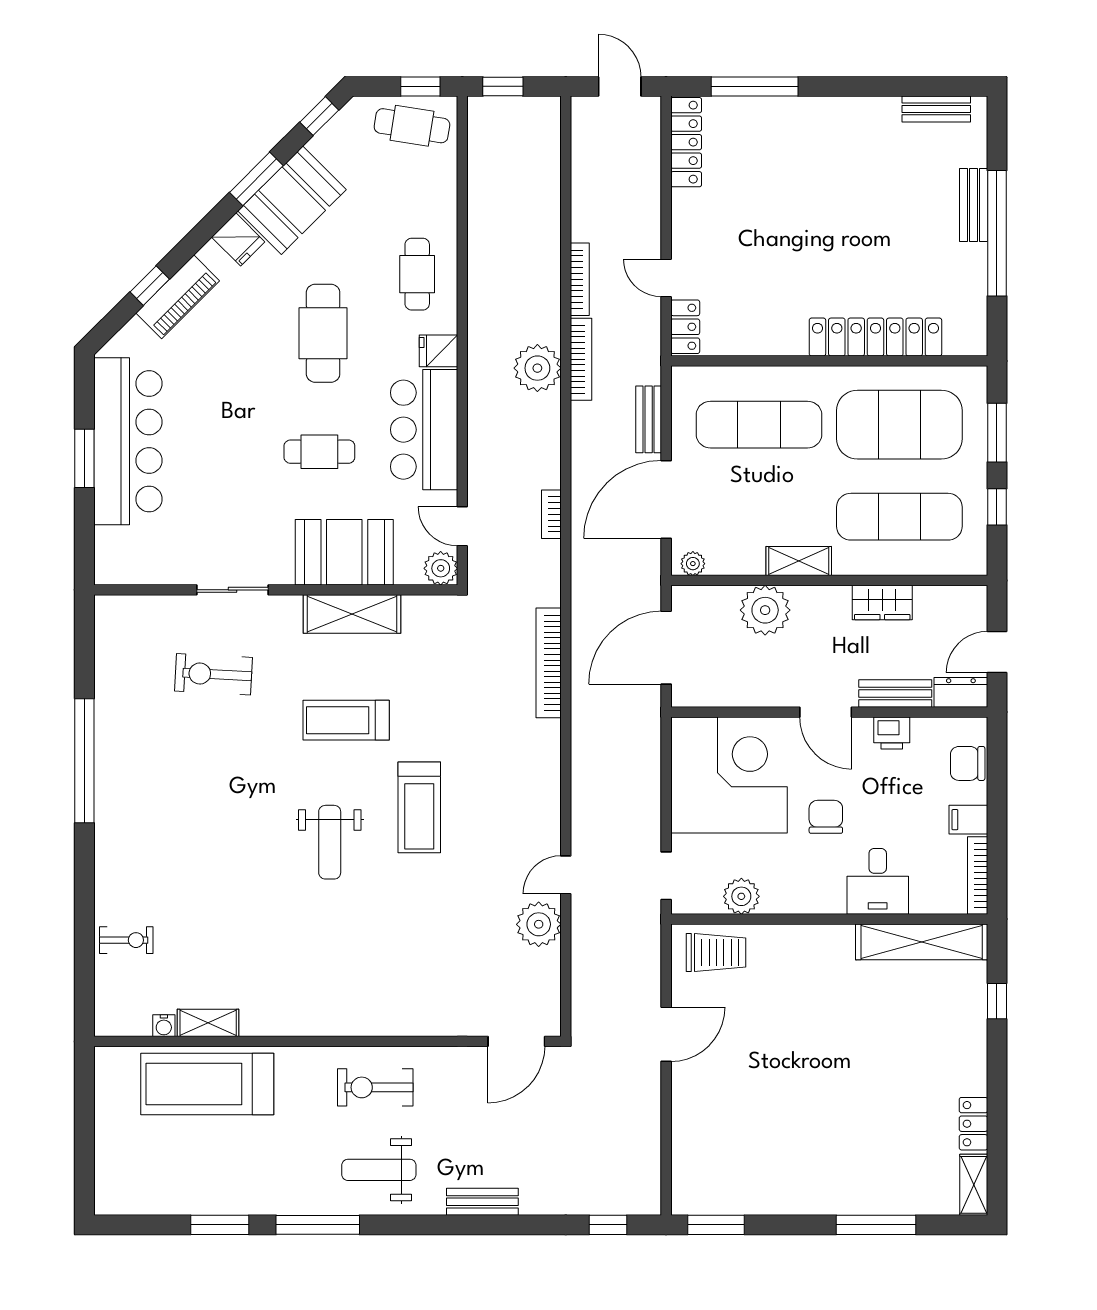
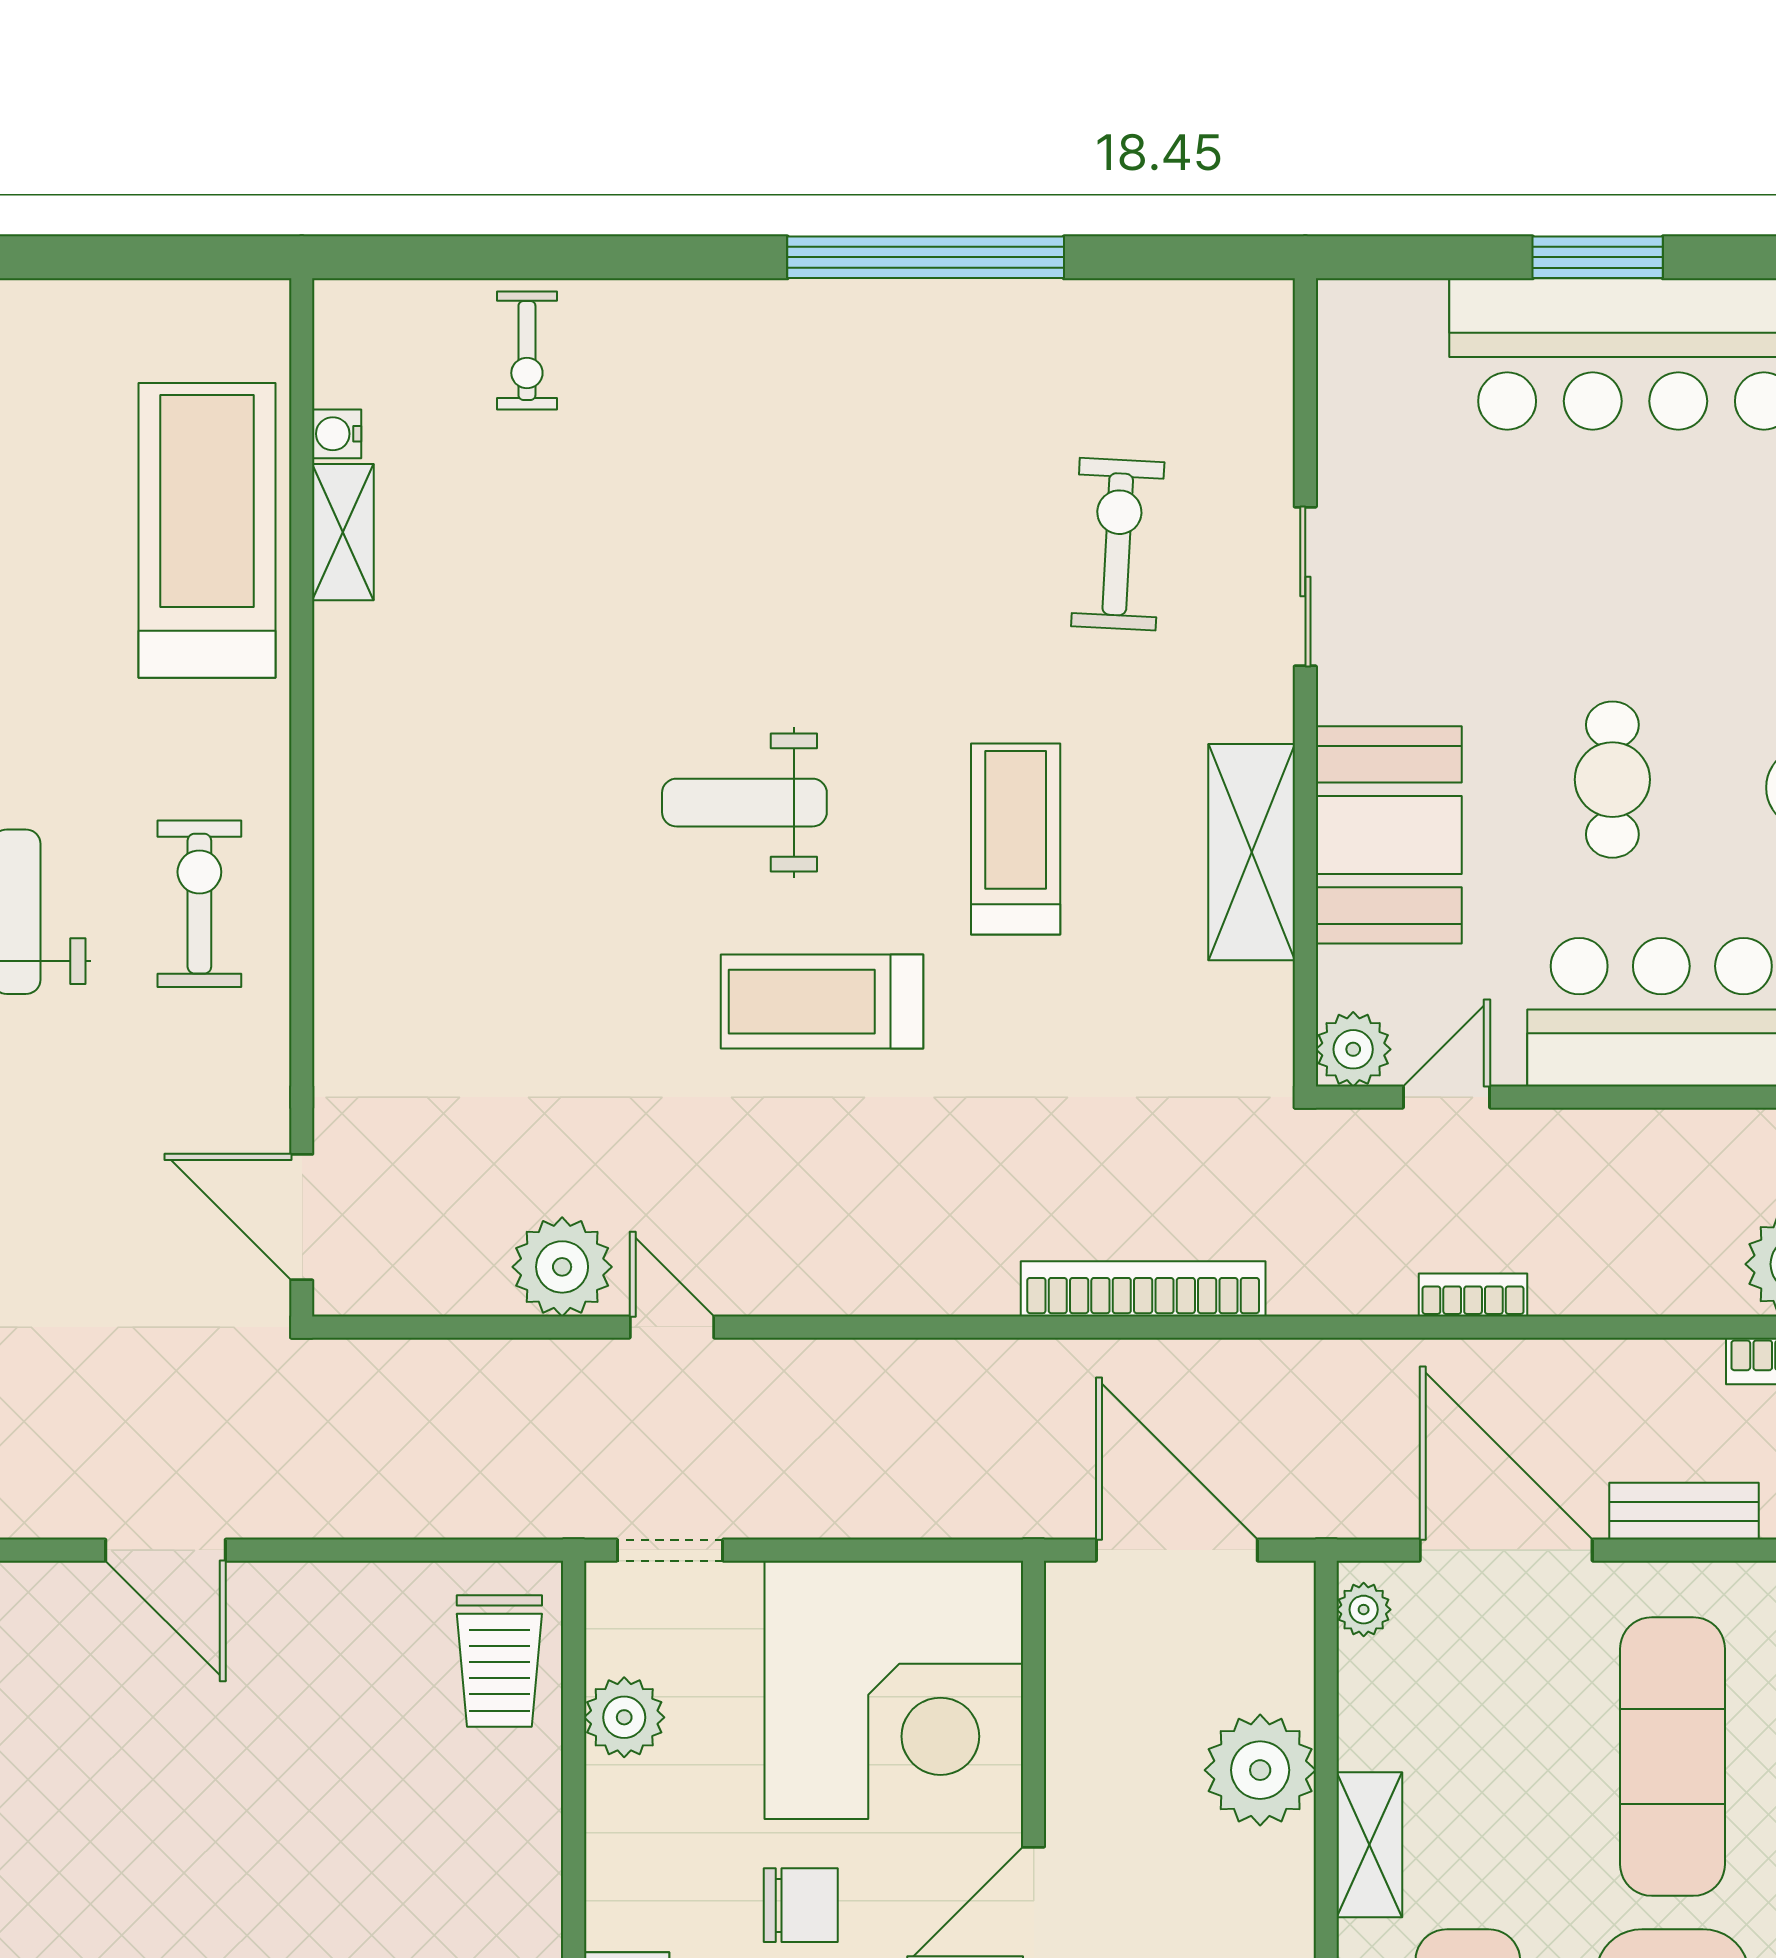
door: (666, 1034) -> (166, 1550), moved

